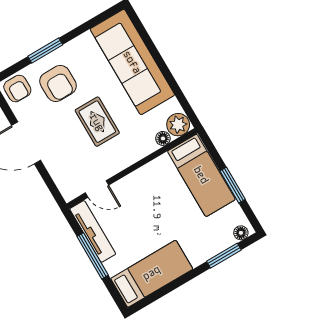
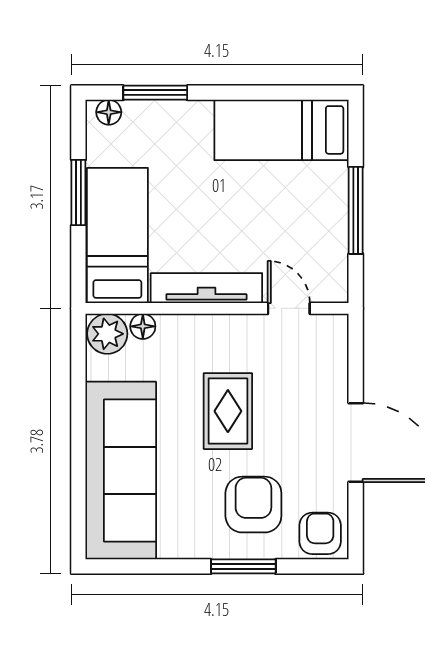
tv unit: (93, 231) -> (206, 288), moved, turned 90

